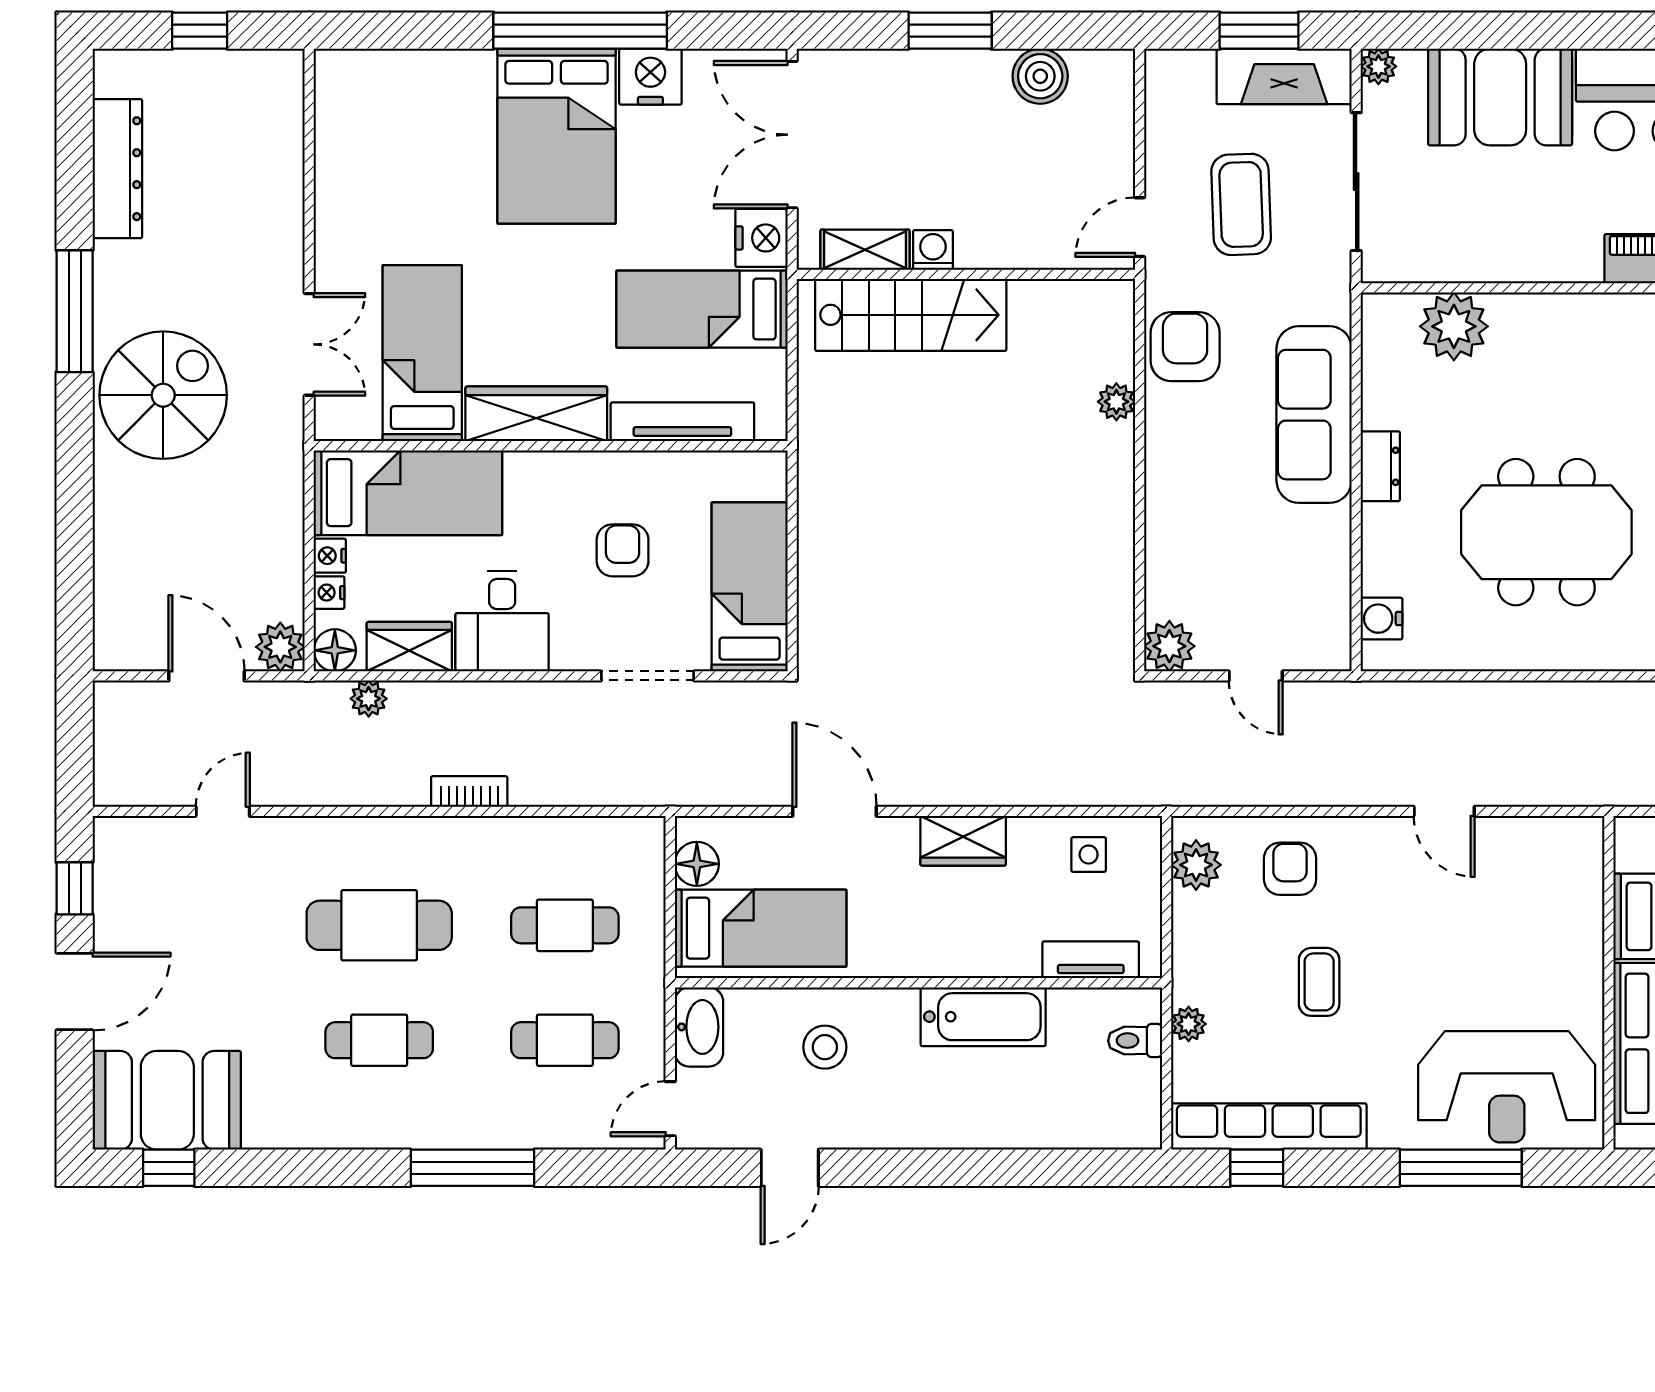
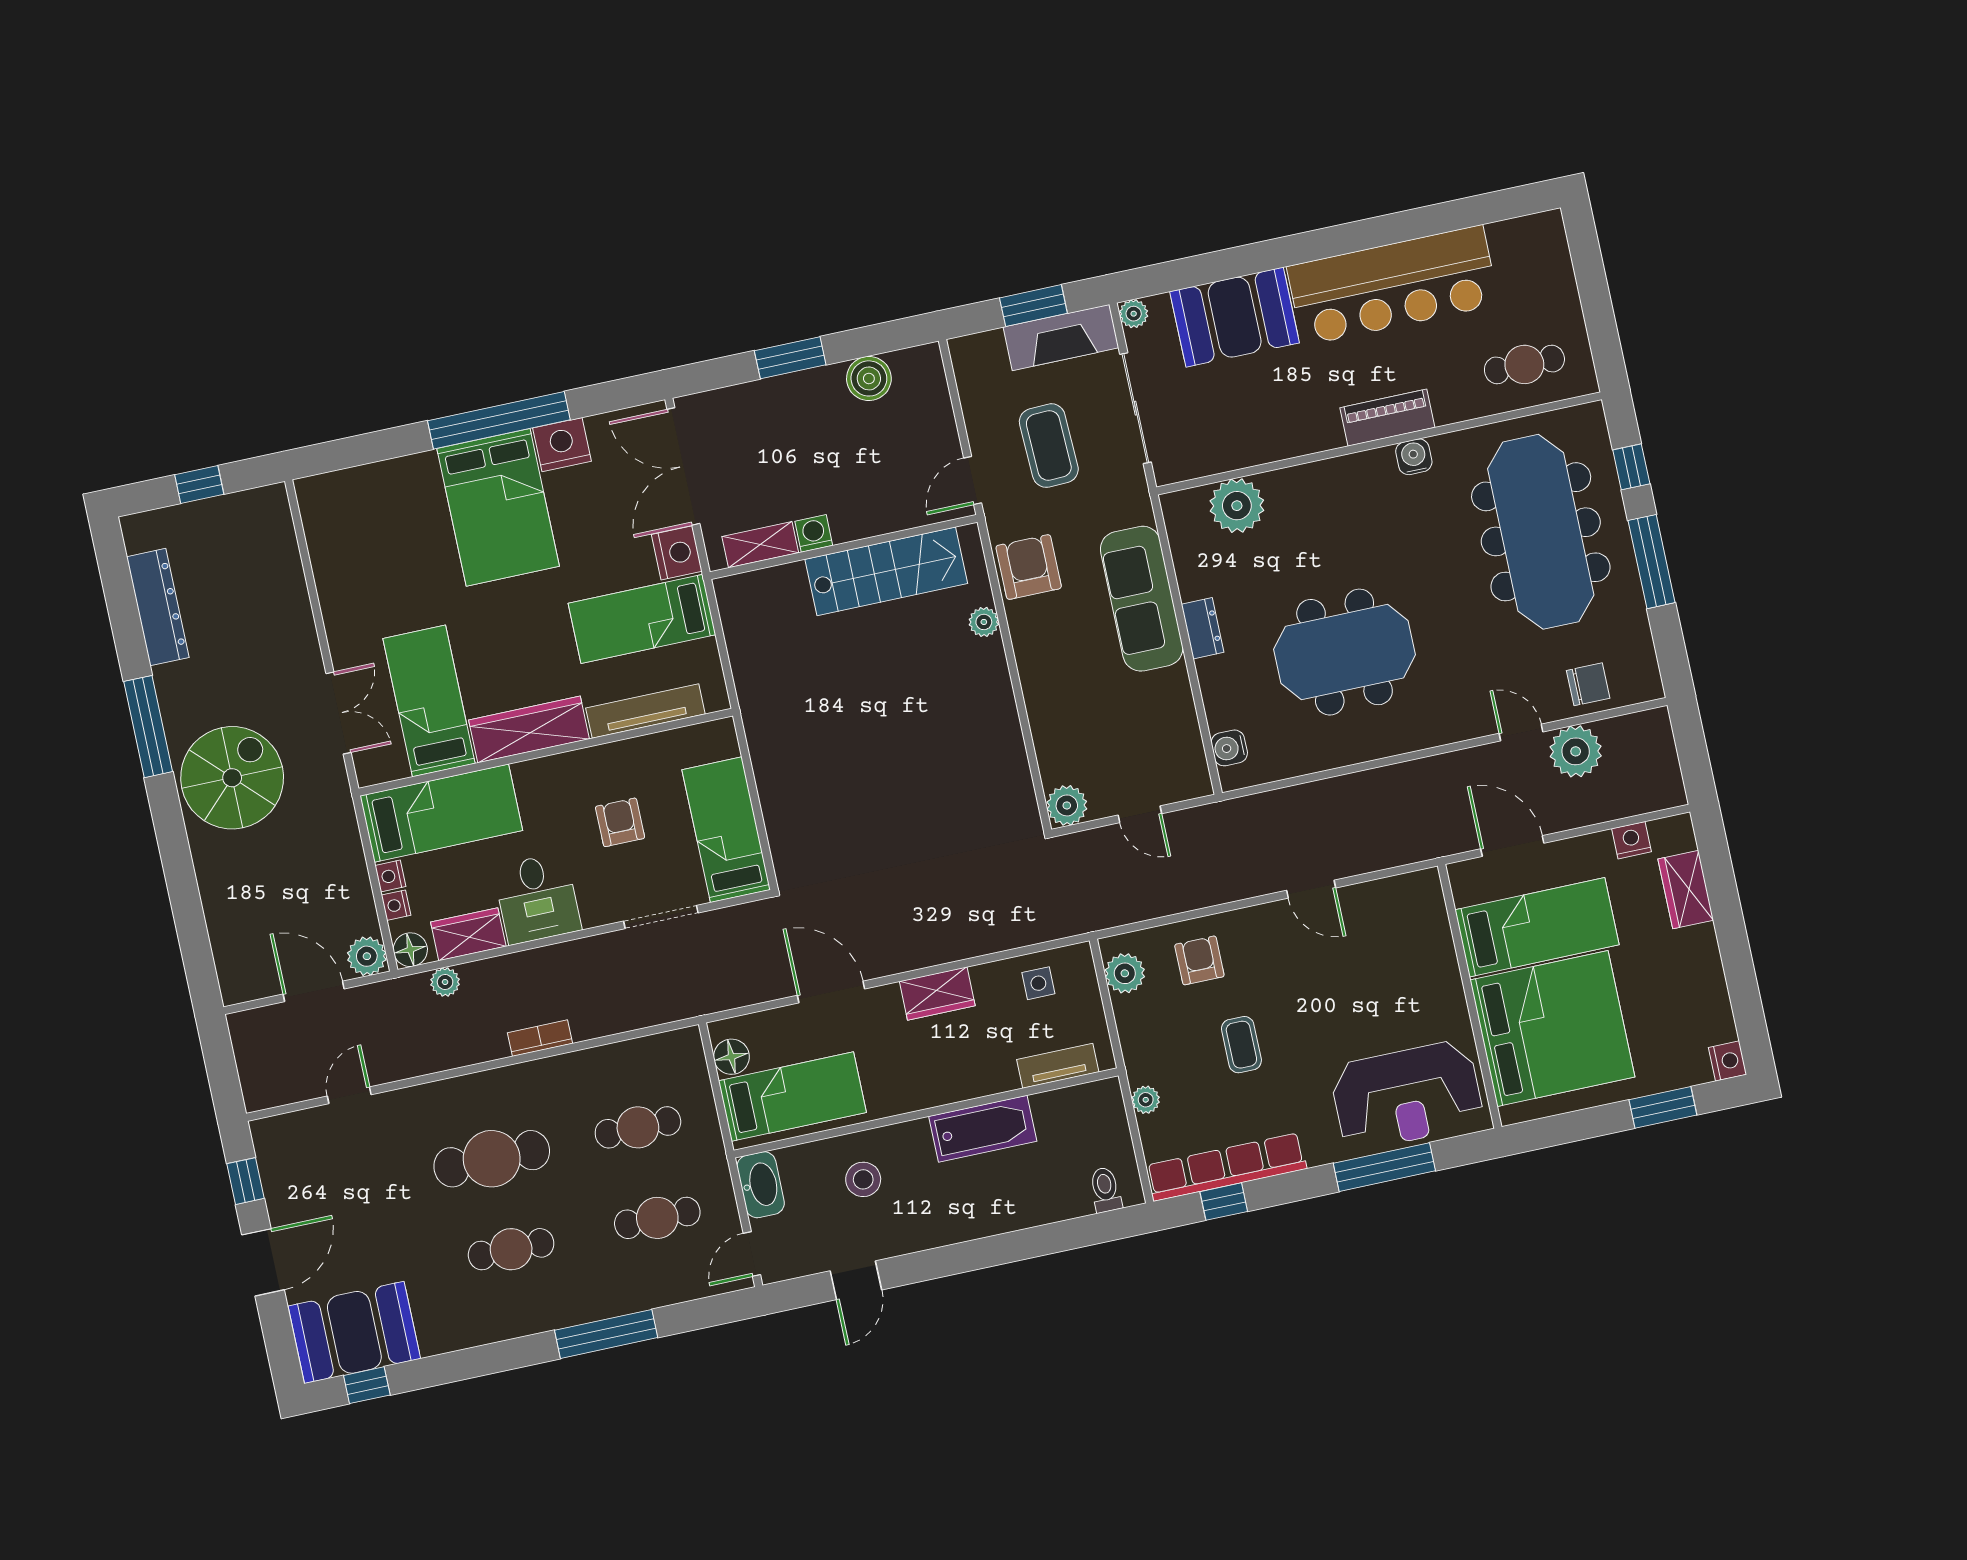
stairs: (911, 315) -> (886, 571), moved
toilet: (1135, 1041) -> (1105, 1190), moved, turned 90

